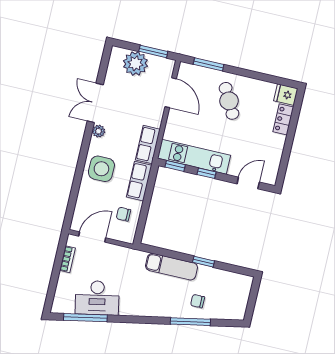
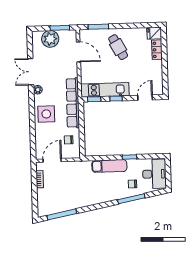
desk: (97, 298) -> (154, 174), moved, turned -79

